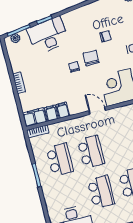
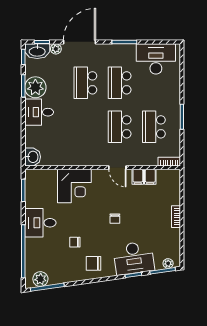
chair: (91, 58) -> (94, 263), moved, turned 90
door: (97, 111) -> (117, 168), moved
filing cabinet: (35, 117) -> (169, 177), removed

